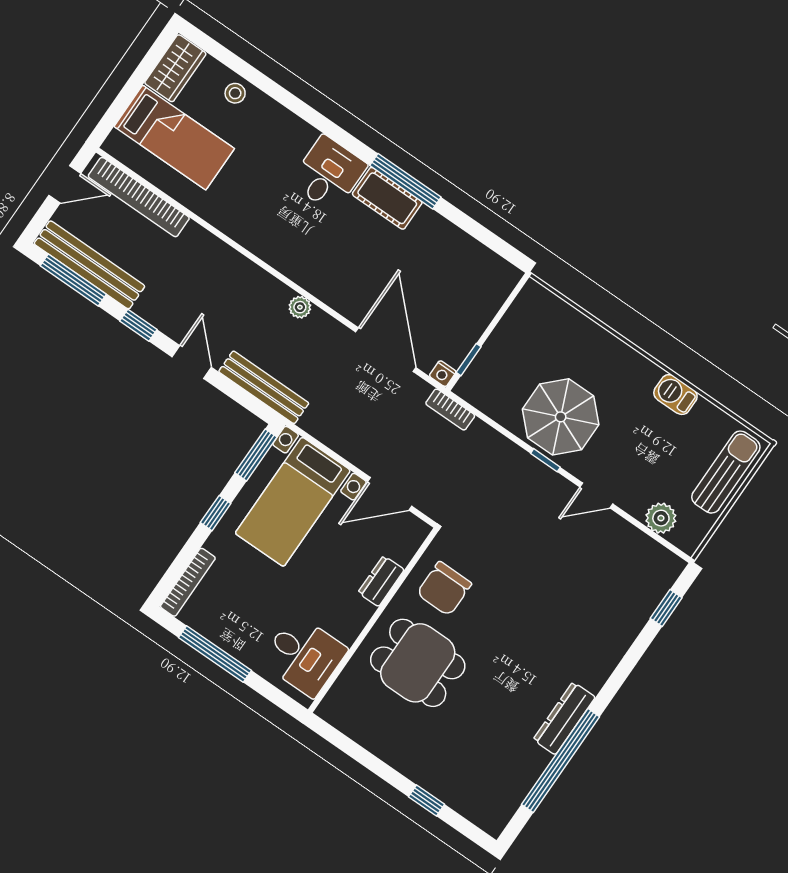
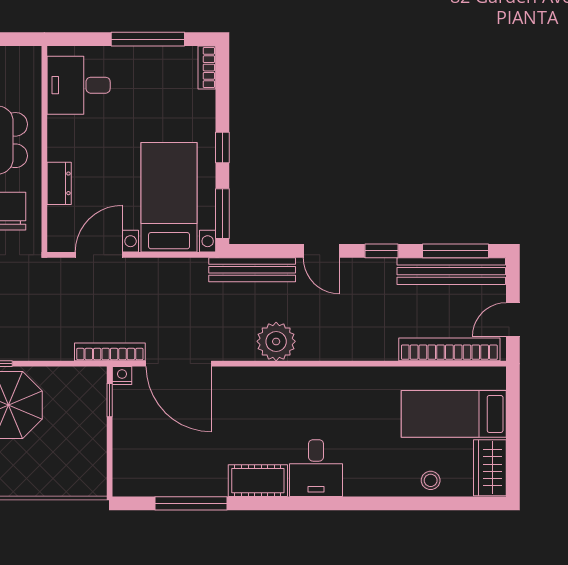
window: (405, 181) -> (191, 503), moved
plant: (300, 307) -> (276, 341), width x1.88, depth x1.88
bookcase: (450, 410) -> (110, 352), width x1.56
bookcase: (188, 582) -> (207, 68), width x0.64

